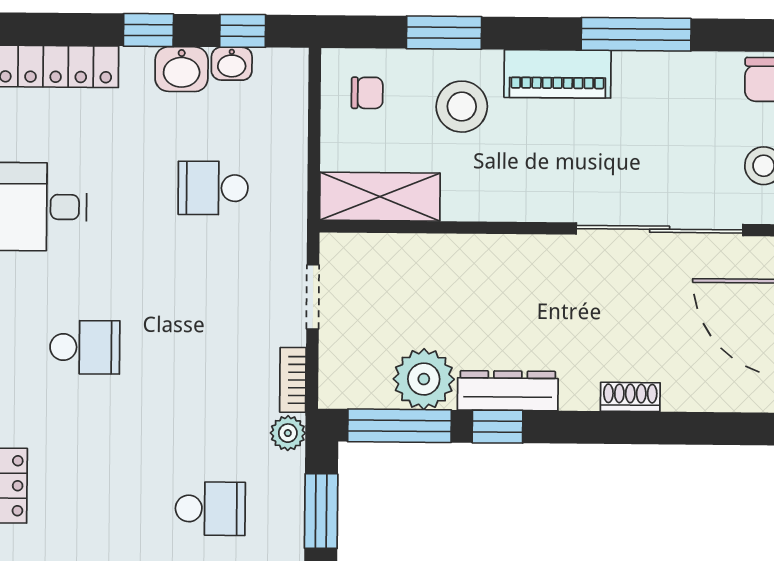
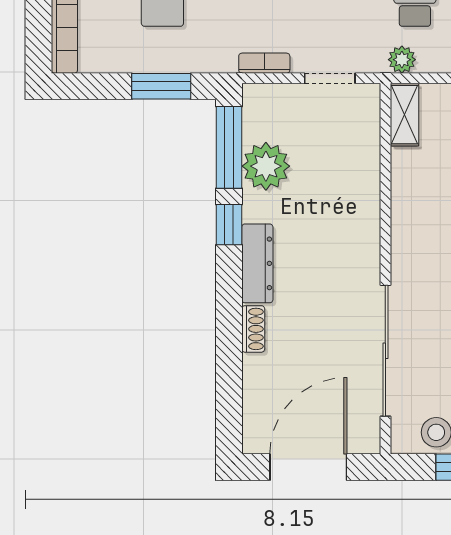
shelving: (380, 197) -> (405, 115), width x0.67, depth x0.75
dresser: (508, 391) -> (257, 263), moved
plant: (288, 433) -> (402, 60), moved

